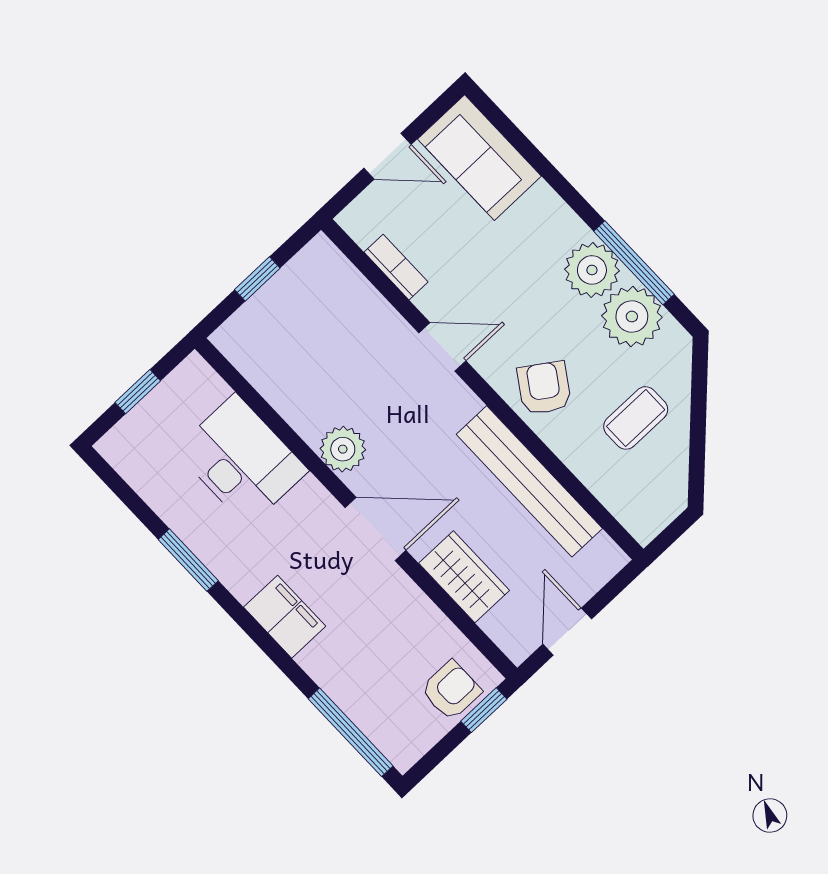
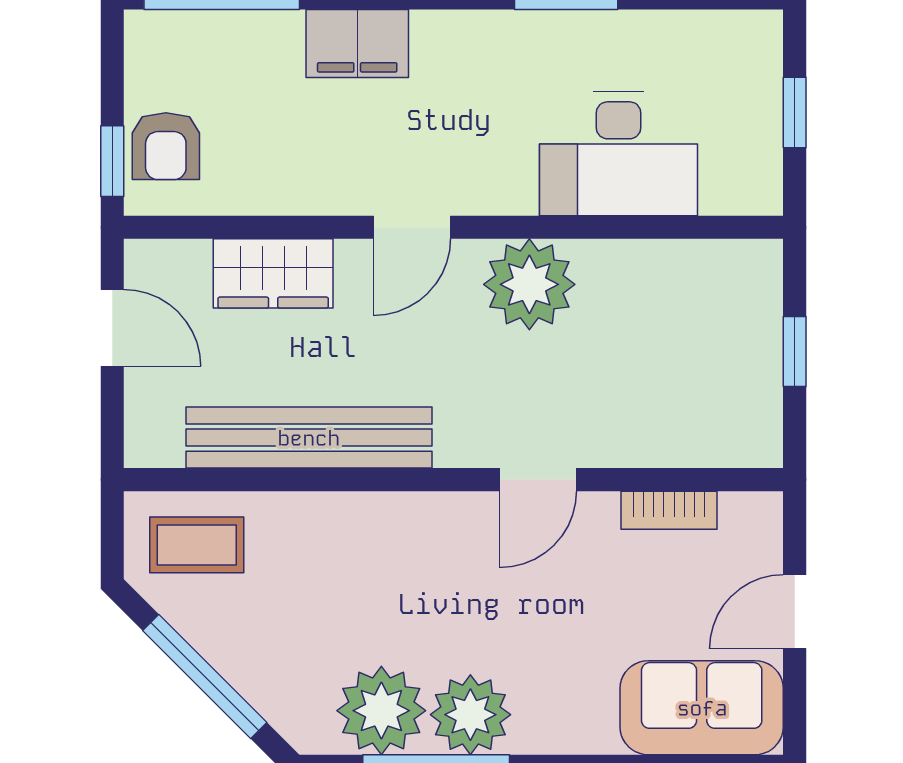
armchair: (544, 388) -> (393, 546), removed
coffee table: (636, 418) -> (197, 545), moved, turned 90
window: (698, 421) -> (205, 677), added
plant: (343, 449) -> (529, 284), width x1.36, depth x1.36
door: (376, 529) -> (412, 227), width x0.73
filing cabinet: (285, 617) -> (357, 43), moved

